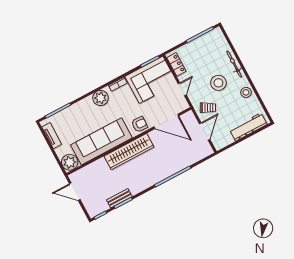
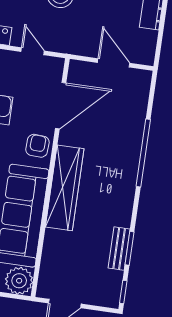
trolley: (208, 108) -> (84, 34), removed

